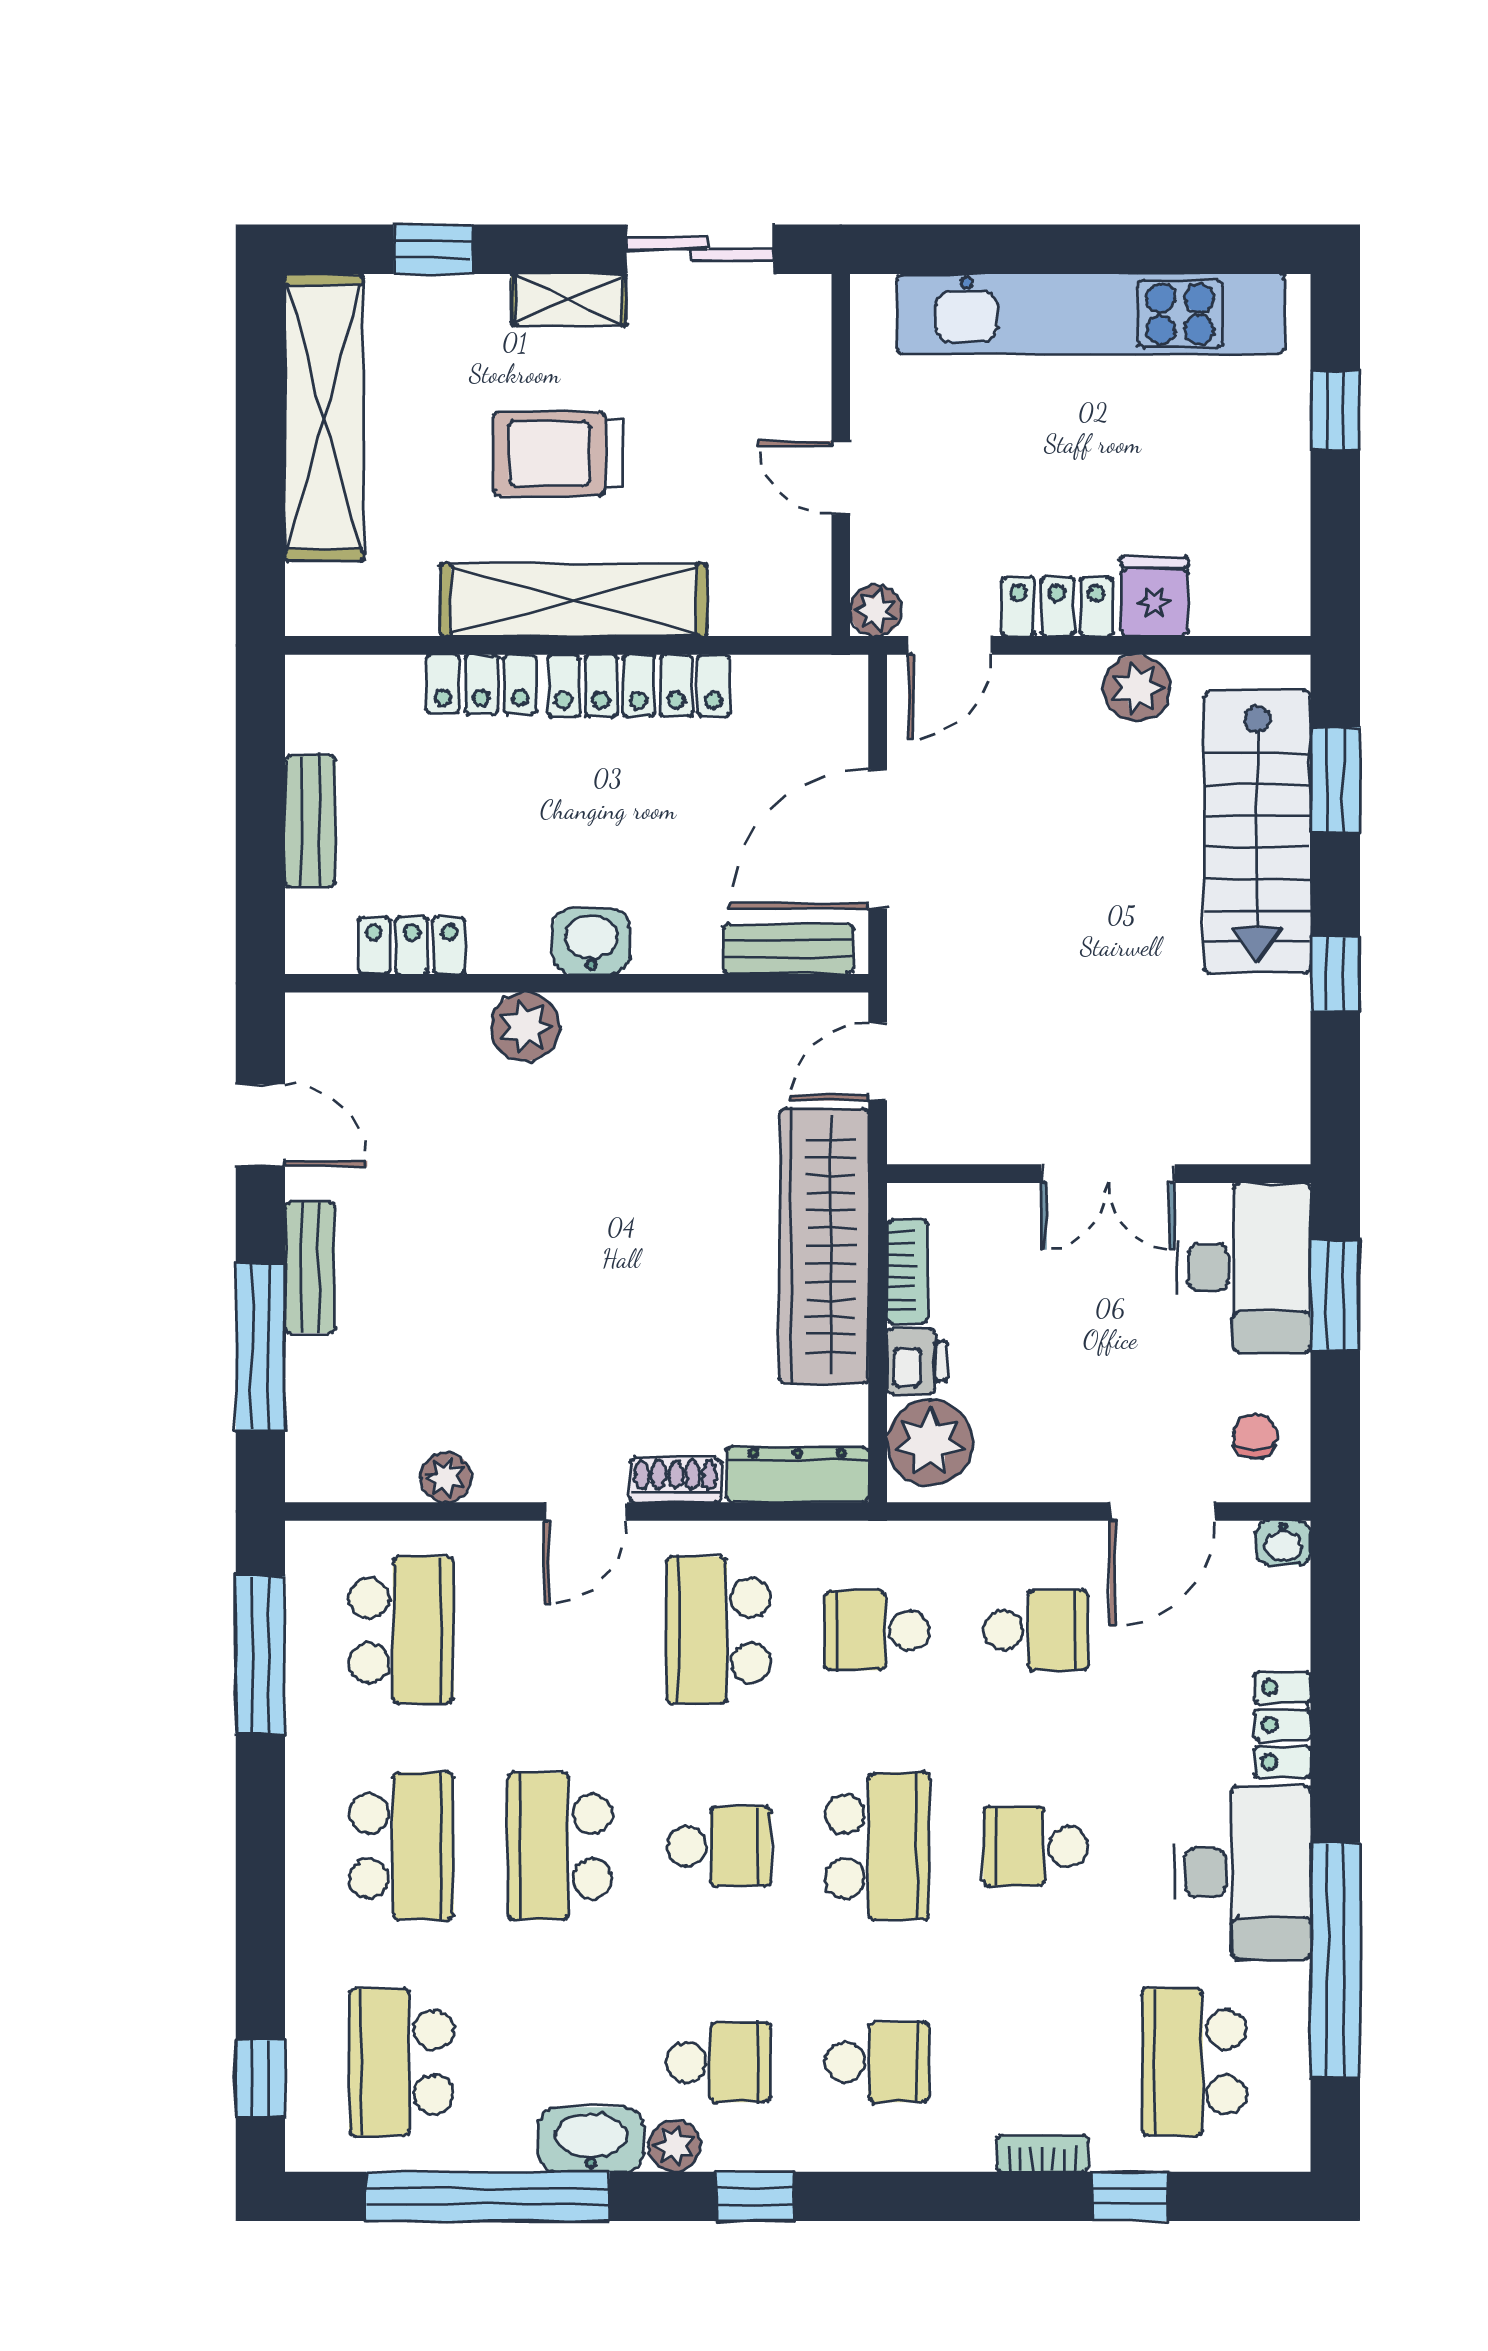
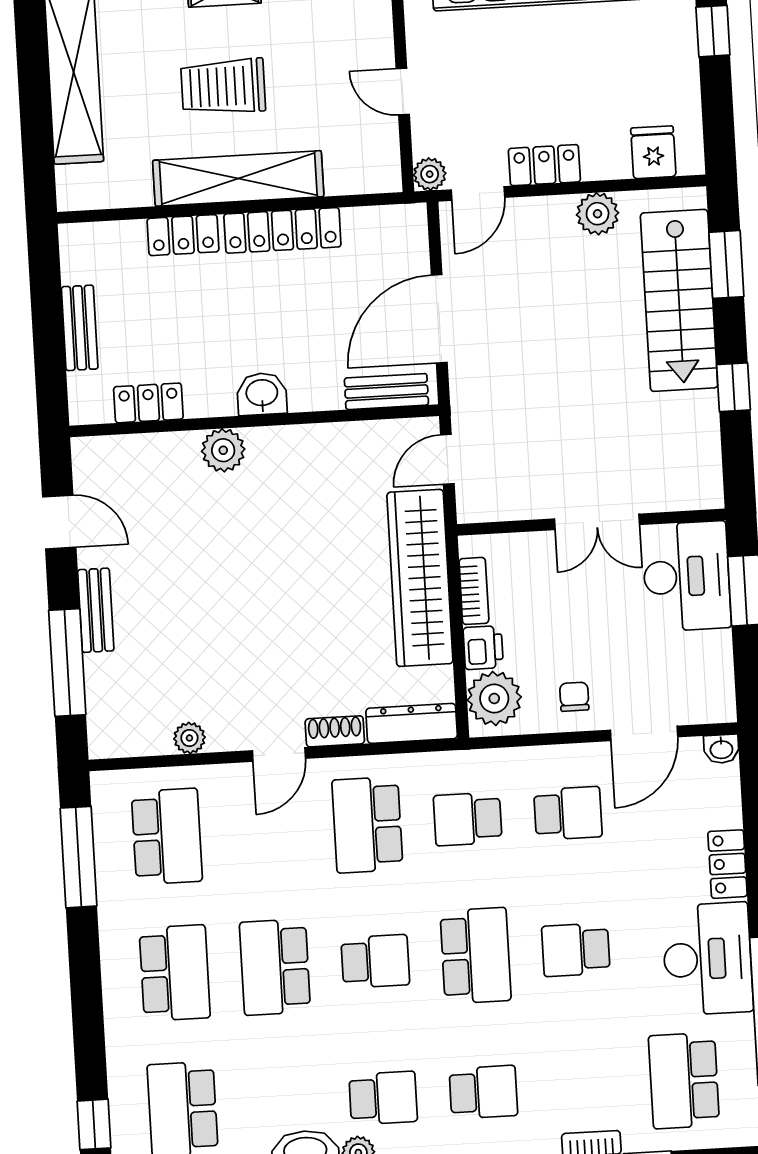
fridge: (1154, 596) -> (653, 152), moved
chair: (1255, 1436) -> (574, 697), moved

